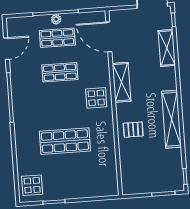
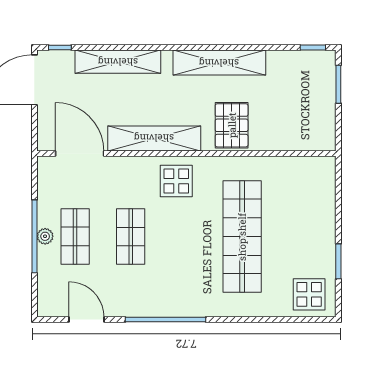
door: (109, 37) -> (80, 154), swing flipped
shelving: (167, 48) -> (118, 62), width x1.47
shelving: (122, 82) -> (154, 138), width x1.47
pallet: (133, 130) -> (232, 125), width x1.50, depth x1.42
shop shelf: (65, 141) -> (242, 237), width x1.40

